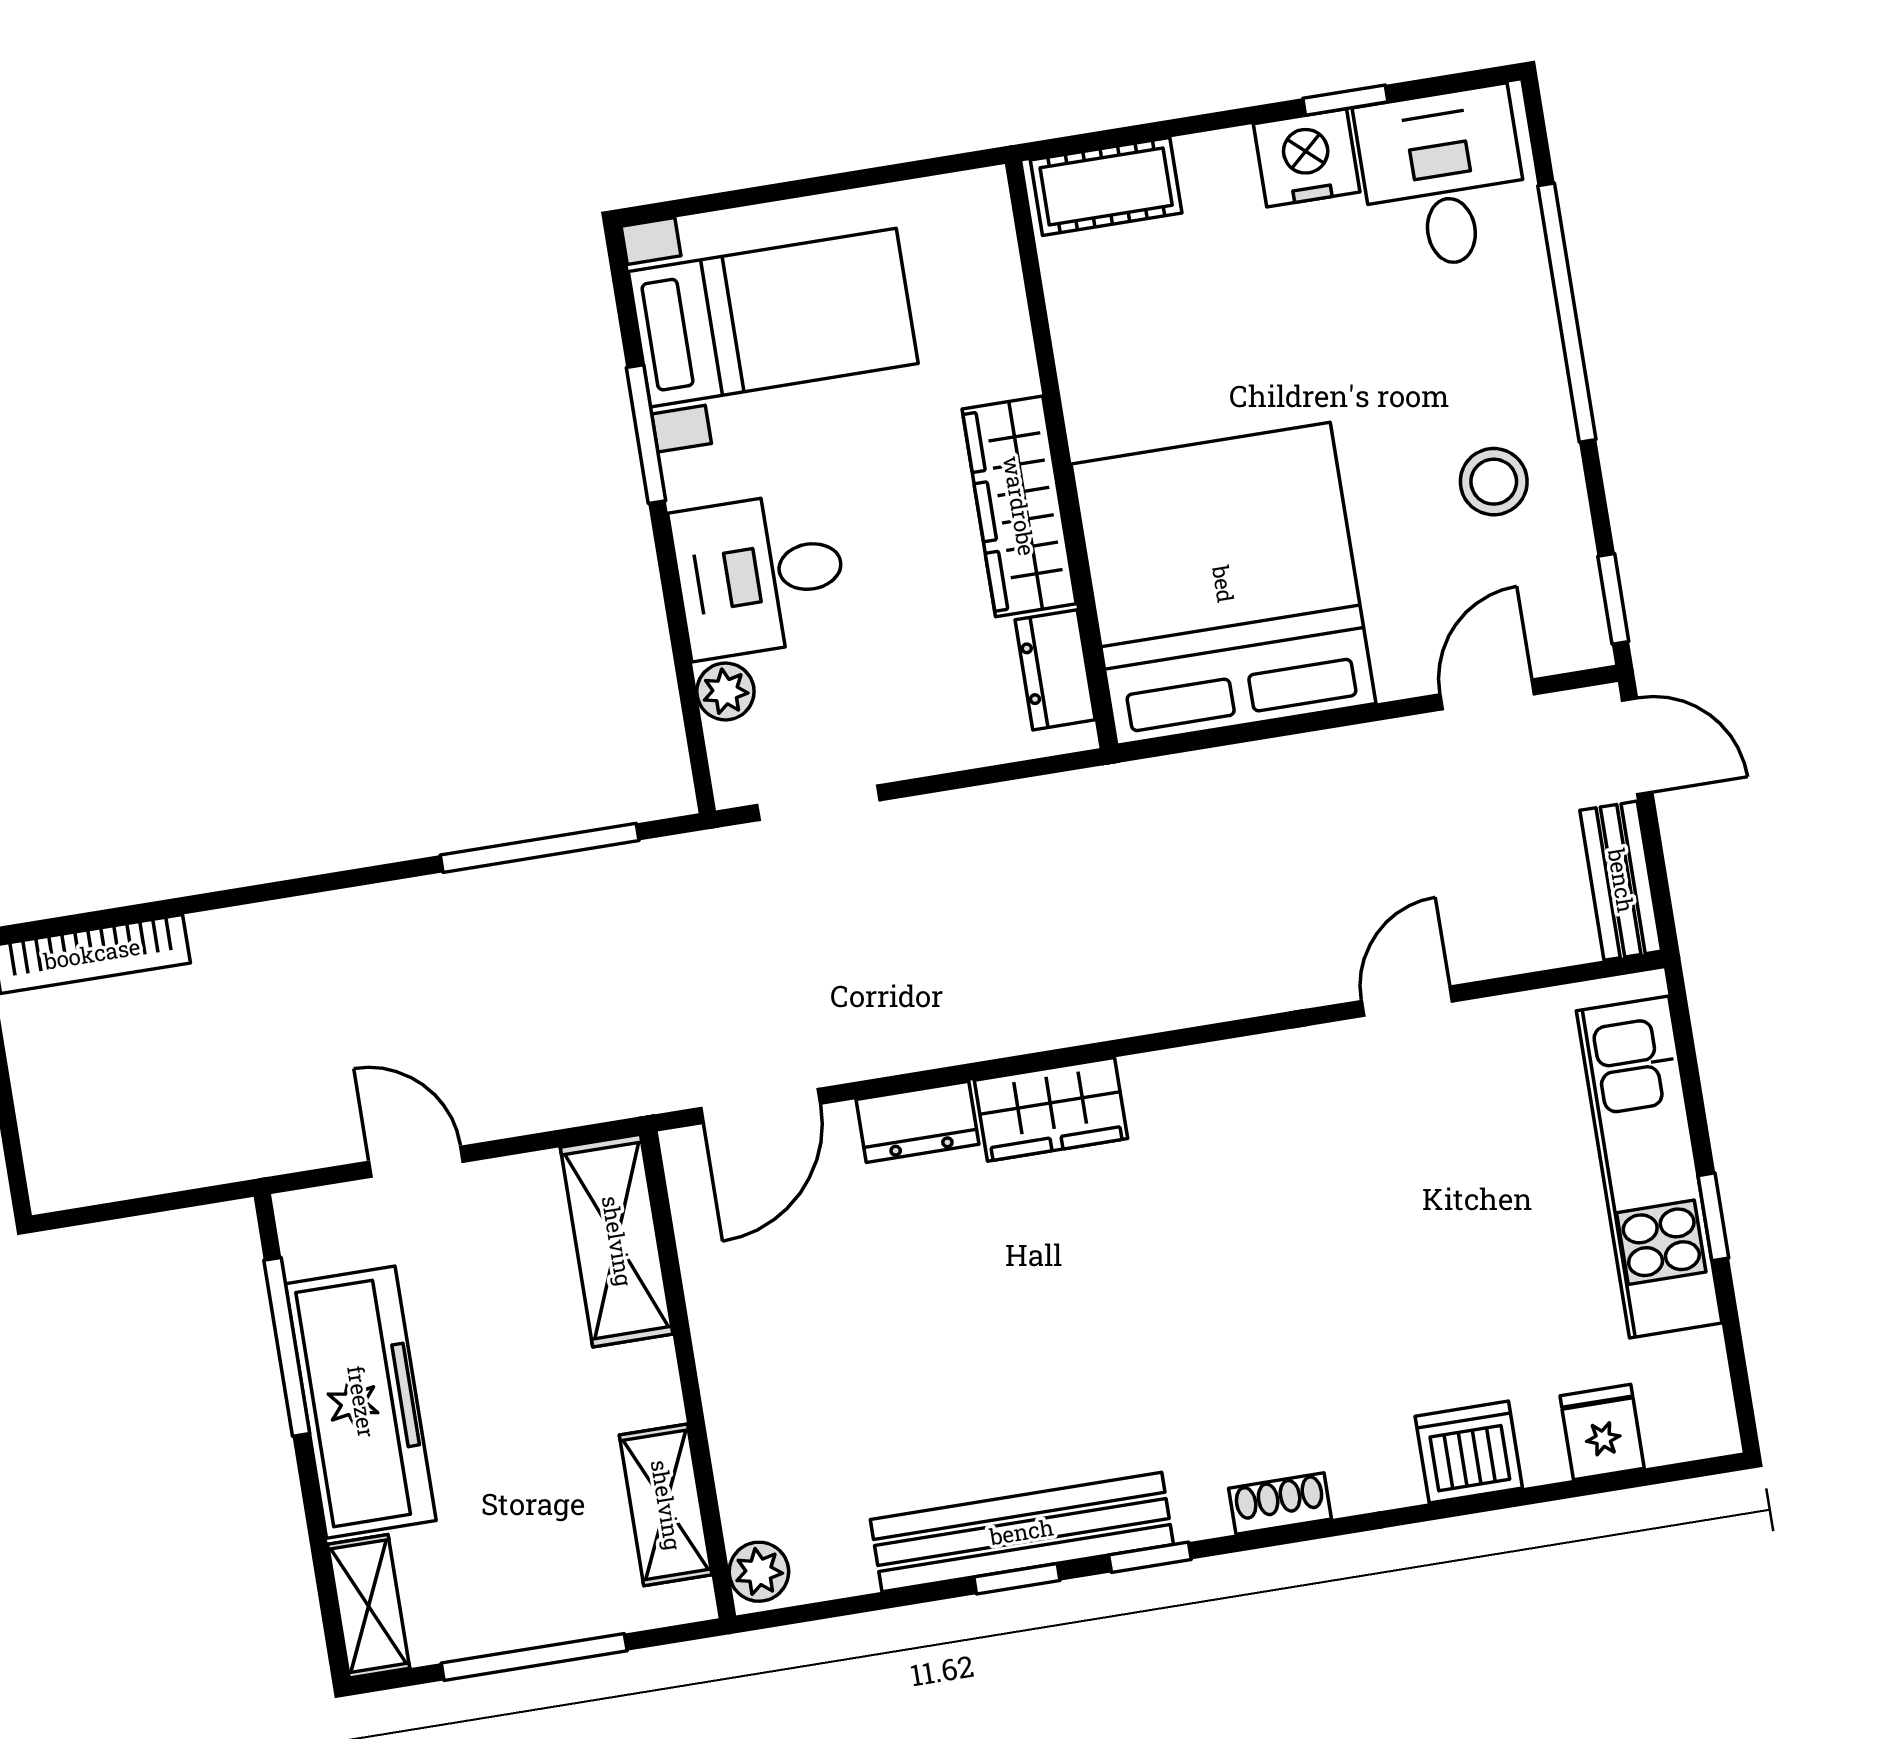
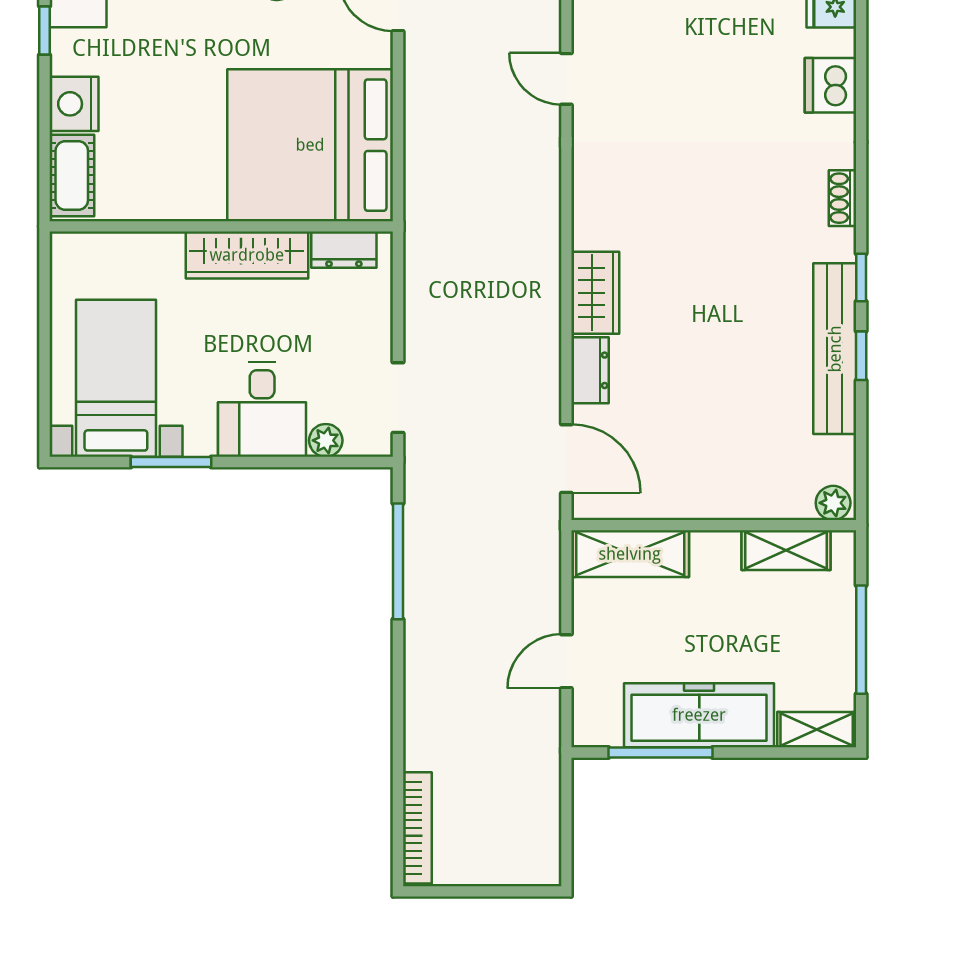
nightstand: (1307, 158) -> (74, 104), moved

